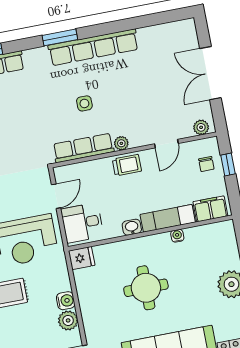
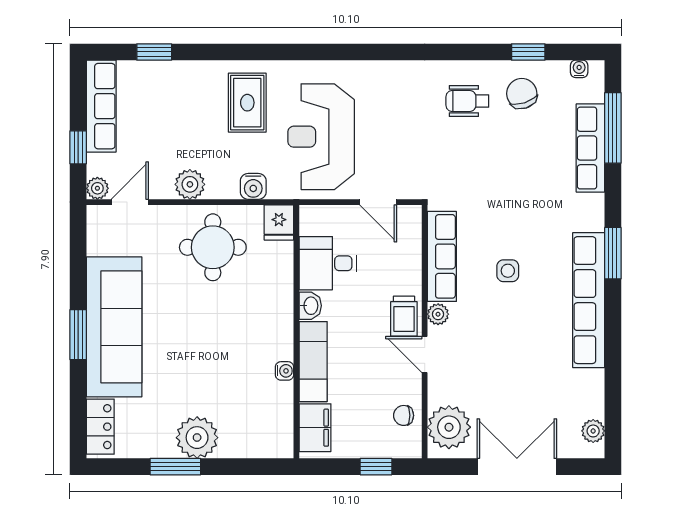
plant: (178, 28) -> (593, 431), added
plant: (201, 127) -> (449, 427), width x1.88, depth x1.88
door: (166, 144) -> (425, 354), moved
chair: (206, 164) -> (404, 415), moved
desk: (82, 223) -> (328, 263), moved, turned -90
round table: (146, 288) -> (213, 247), moved
water cooler: (66, 301) -> (253, 186), moved

